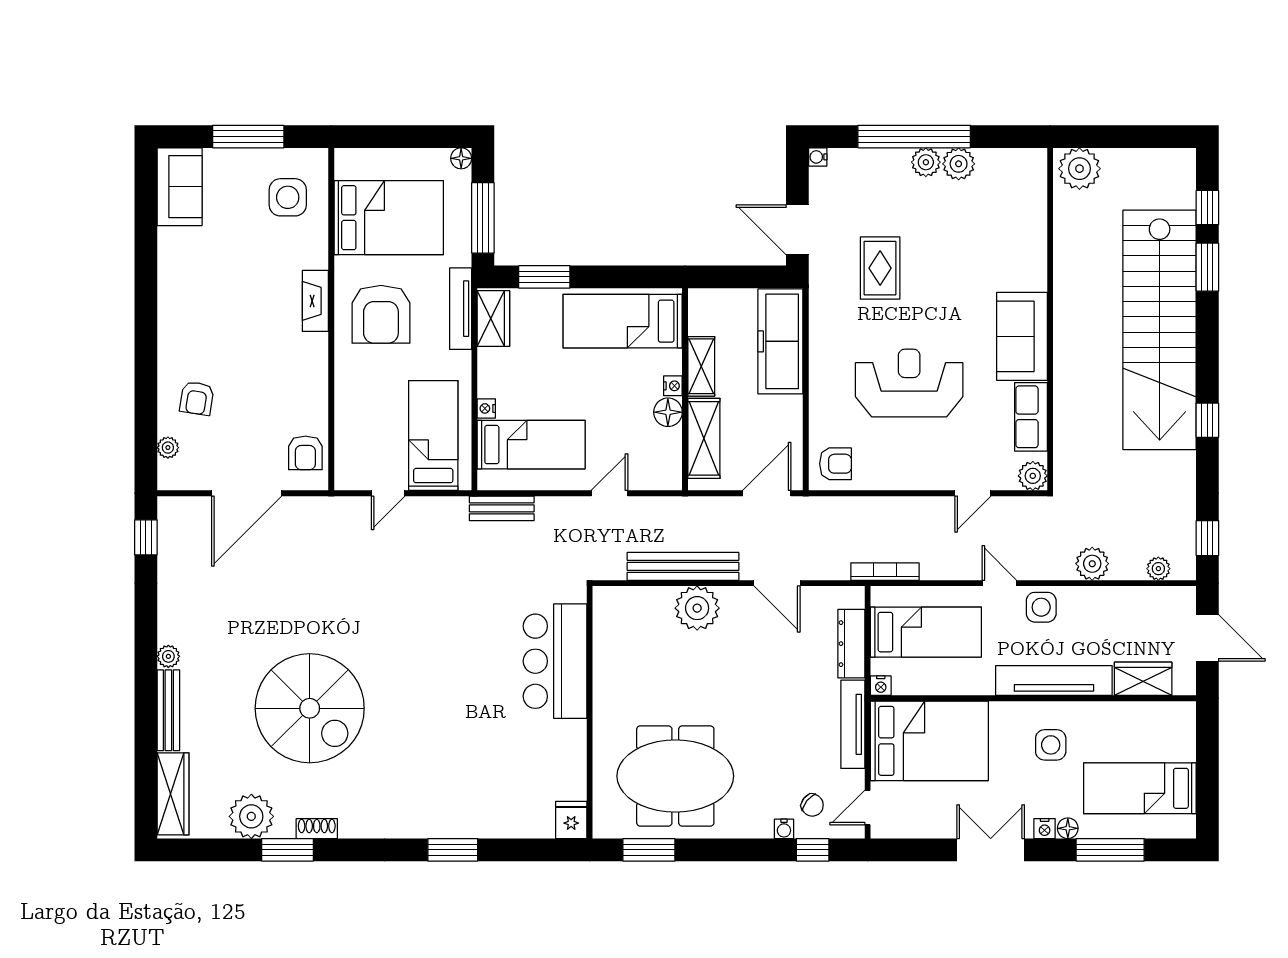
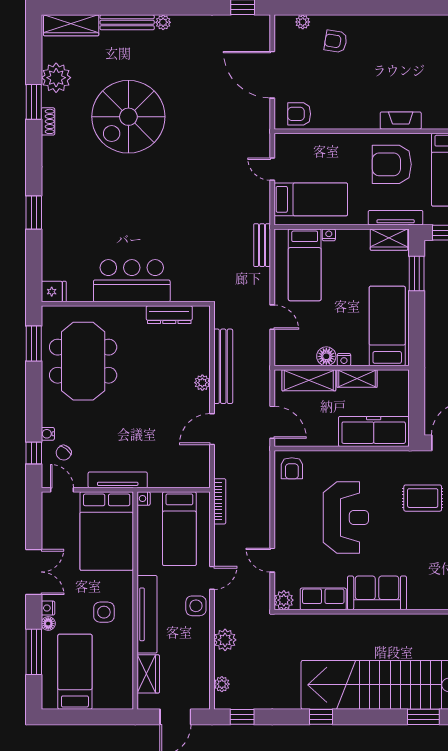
plant: (697, 608) -> (202, 383), width x0.53, depth x0.53
dresser: (851, 644) -> (169, 315), moved, turned 180
bar counter: (555, 661) -> (132, 281), moved

